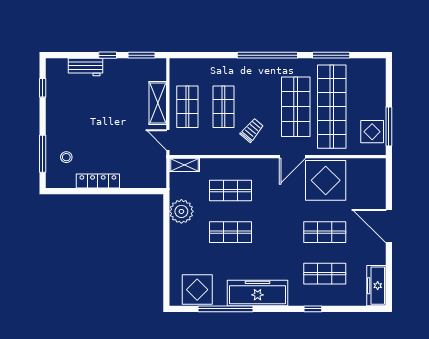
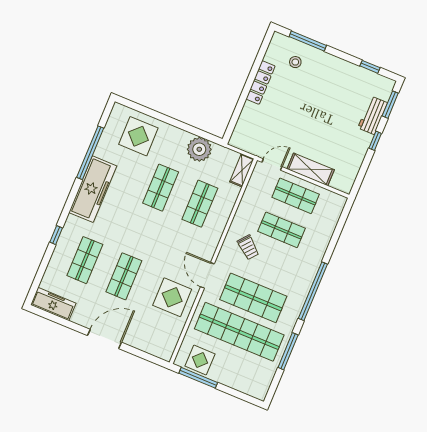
window: (142, 55) -> (390, 105), moved
display table: (326, 180) -> (172, 297), width x0.73, depth x0.73
display table: (197, 290) -> (138, 136), moved

